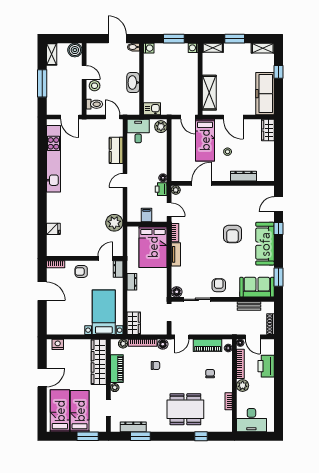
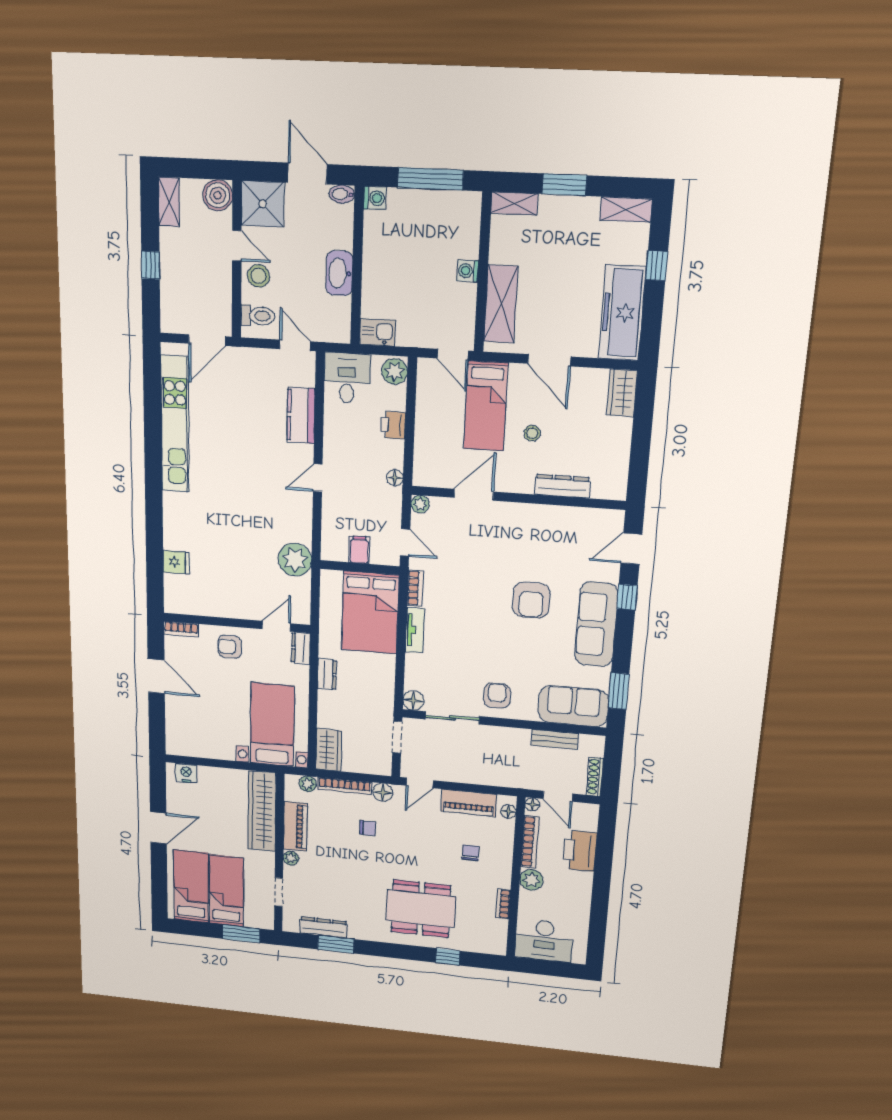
window: (174, 39) -> (430, 179), width x1.44
washing machine: (193, 48) -> (468, 271), moved
shower: (96, 53) -> (263, 204), added
window: (42, 83) -> (150, 265), width x0.46
door: (70, 117) -> (207, 340), hinge flipped
printer: (161, 189) -> (393, 425), moved

